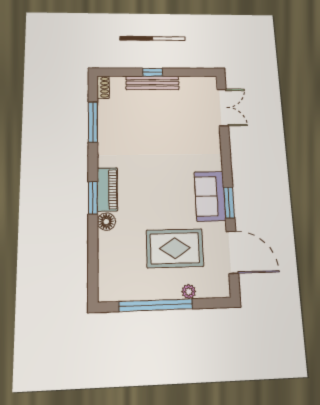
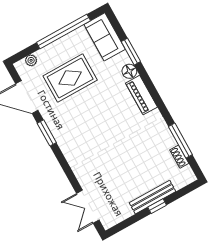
shoe rack: (103, 87) -> (179, 157), moved
sofa: (210, 196) -> (105, 37), moved, turned 180
window: (93, 198) -> (131, 52), moved
plant: (189, 292) -> (31, 60), moved

